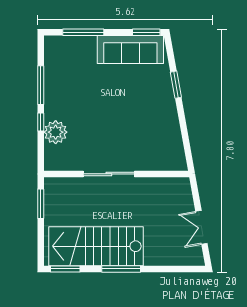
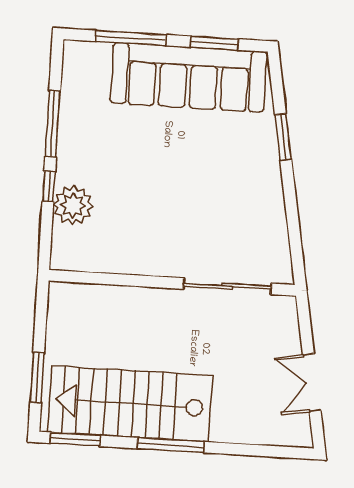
window: (146, 32) -> (214, 43), moved
sofa: (130, 49) -> (189, 77), width x1.36, depth x1.27
sliding door: (109, 174) -> (227, 286), moved
window: (41, 204) -> (37, 378), moved

